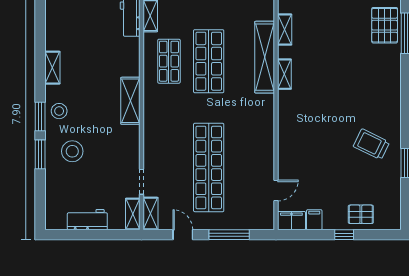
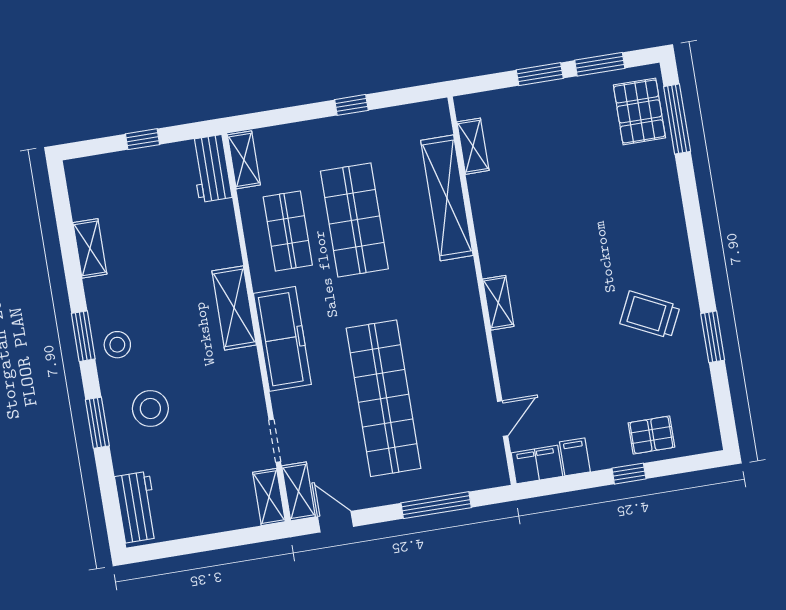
shelving: (52, 68) -> (90, 248), moved
shelving: (284, 74) -> (498, 303), moved
window: (40, 117) -> (83, 336), moved
freezer: (156, 123) -> (282, 339), added
workbench: (87, 220) -> (137, 507), moved, turned 90
door: (183, 235) -> (335, 522), moved

